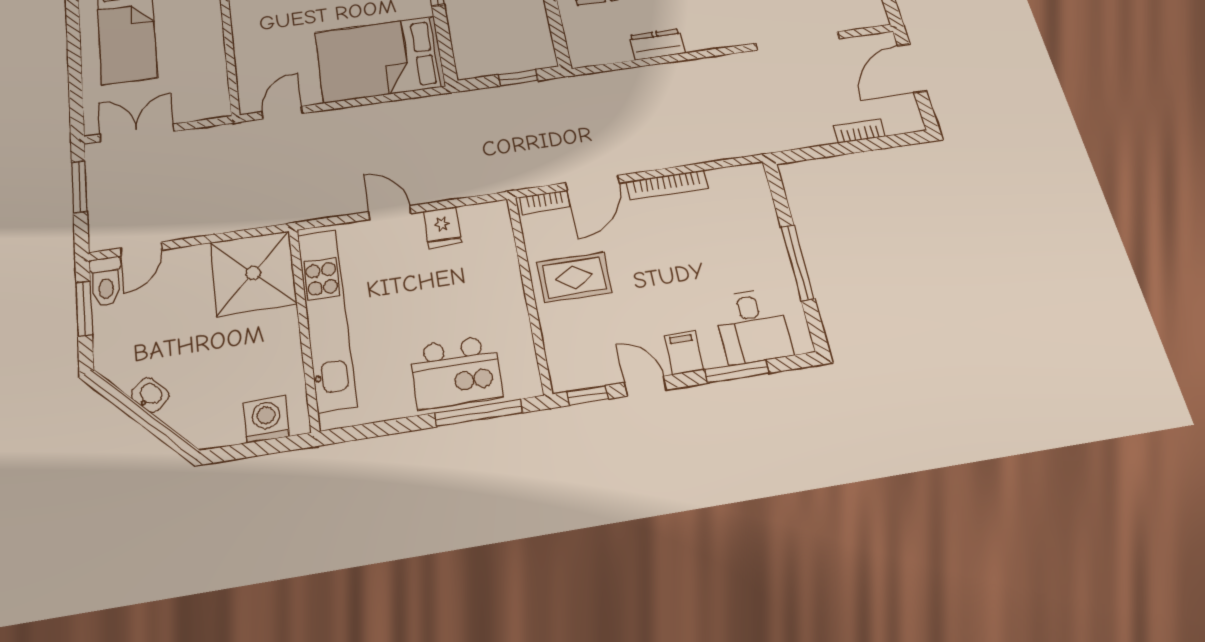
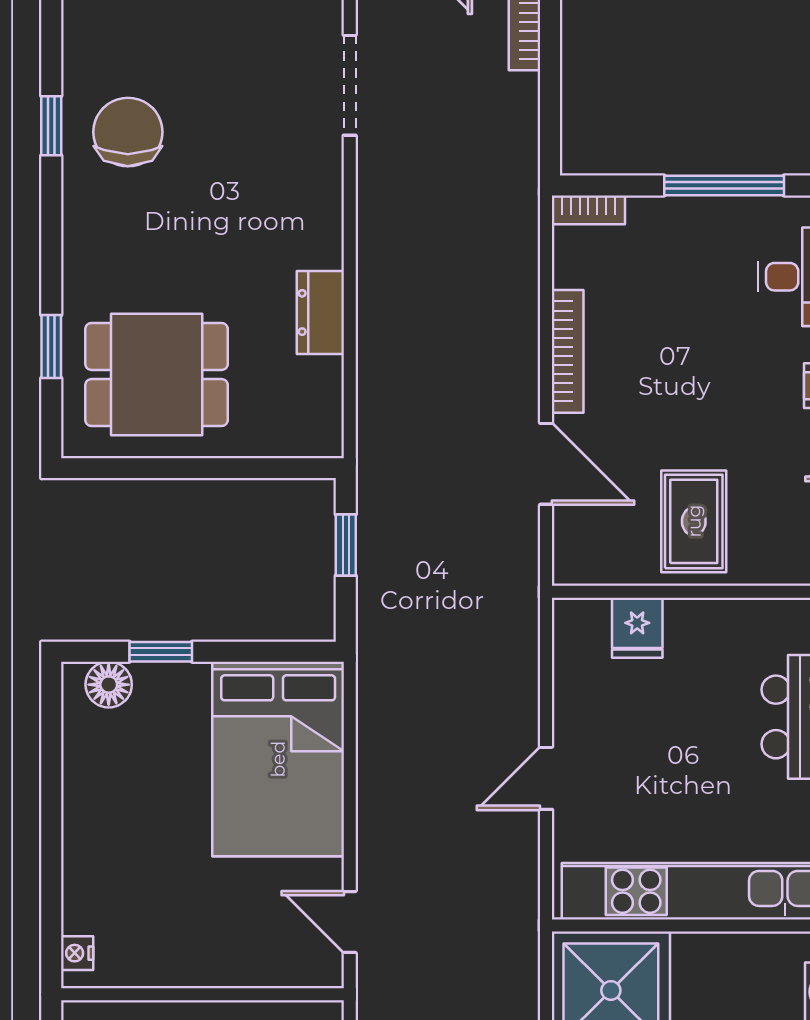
doorway: (798, 41) -> (350, 85), width x0.73
bookcase: (545, 202) -> (588, 210), moved, turned 90
fridge: (442, 227) -> (637, 628), moved, turned 90

